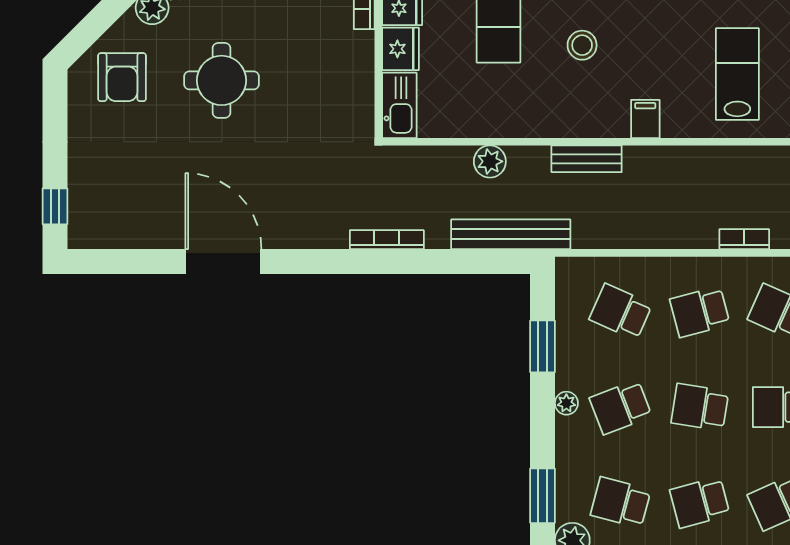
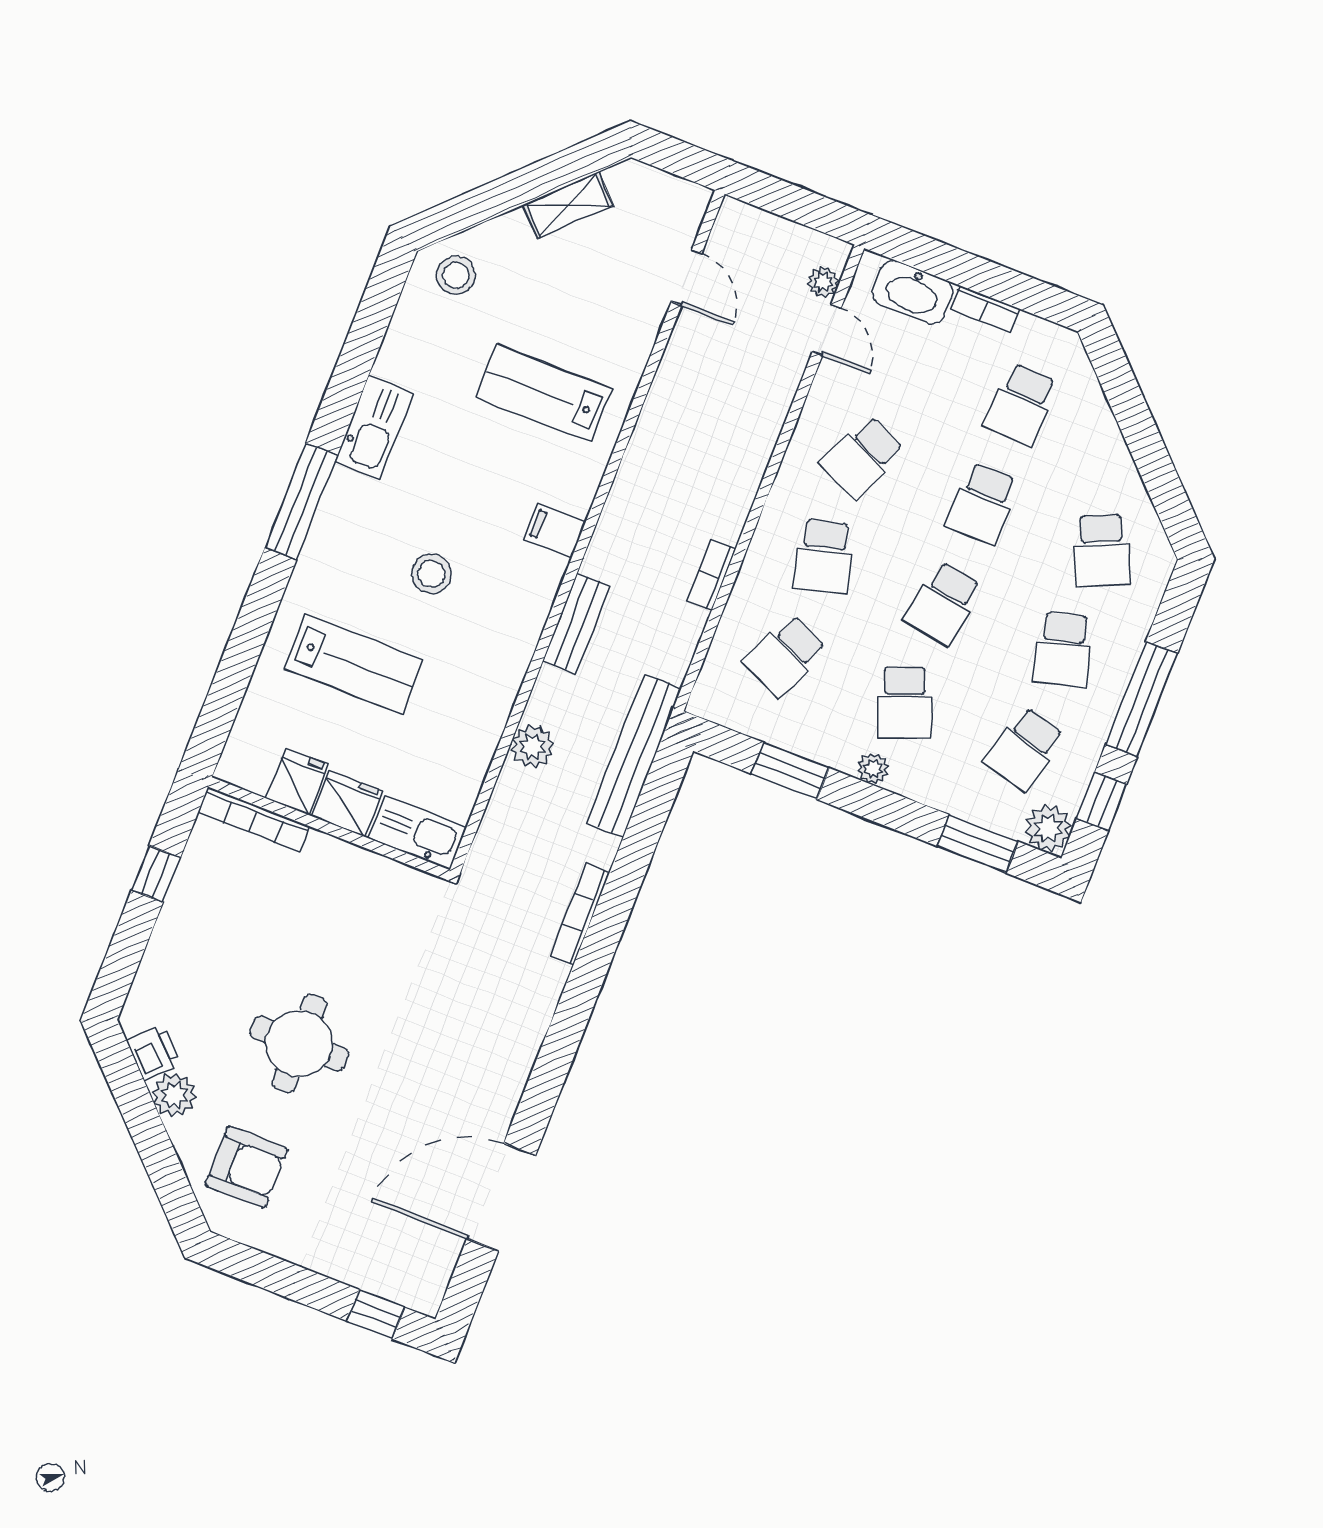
bookcase: (744, 239) -> (711, 575), moved
door: (223, 261) -> (501, 1197), moved

